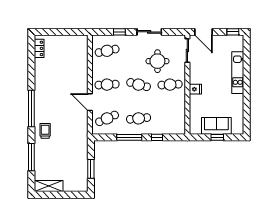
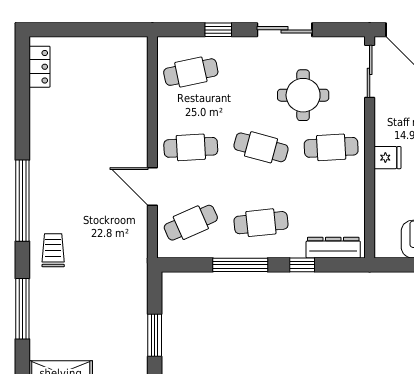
dresser: (171, 130) -> (333, 248), added

